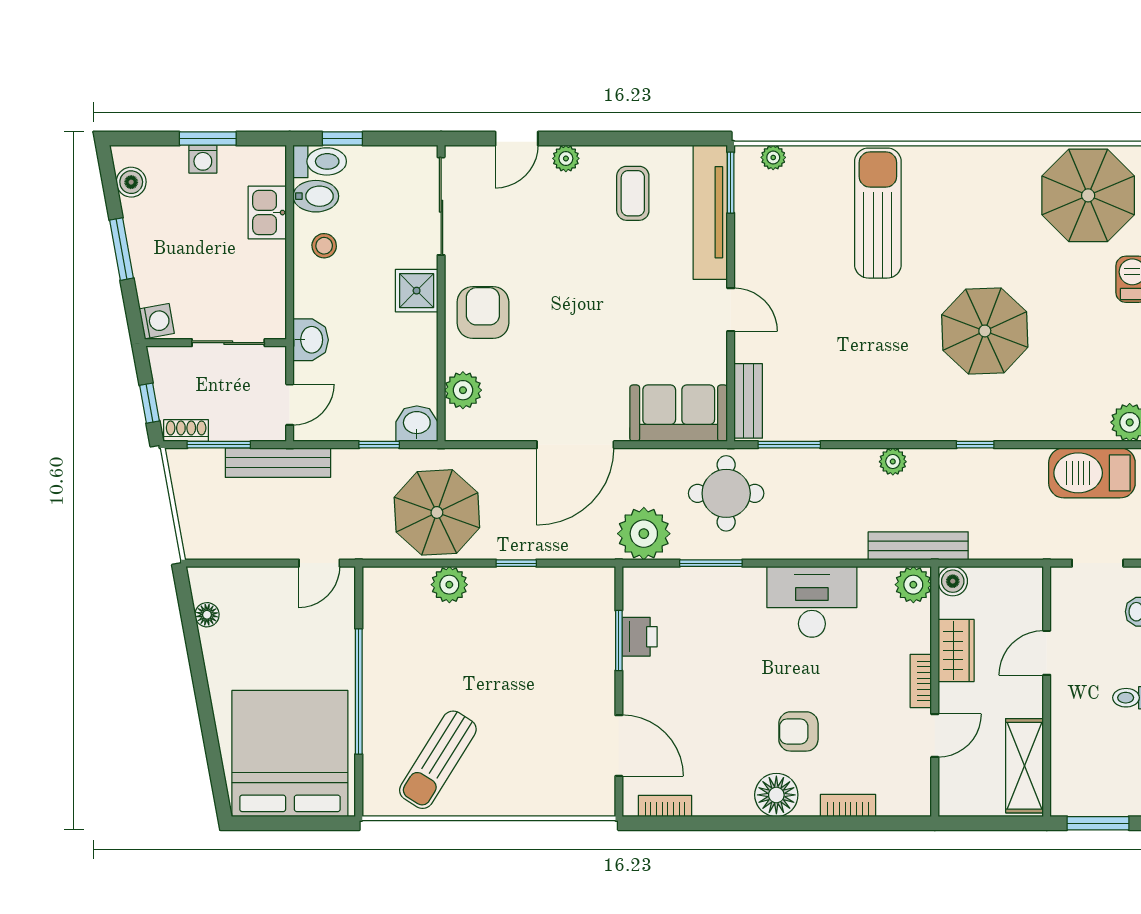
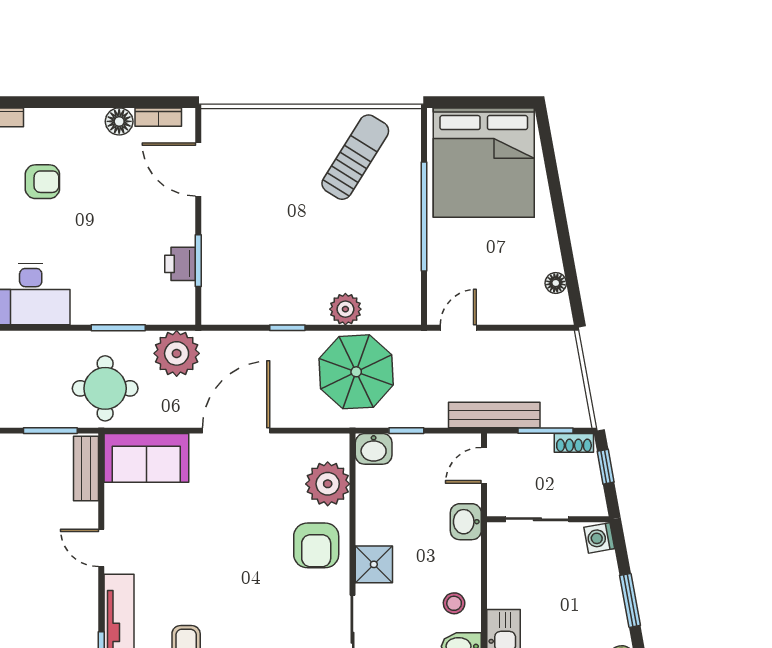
plant: (463, 390) -> (328, 484), width x1.36, depth x1.36
floor lamp: (776, 795) -> (119, 121), moved, width x0.73, depth x0.73

